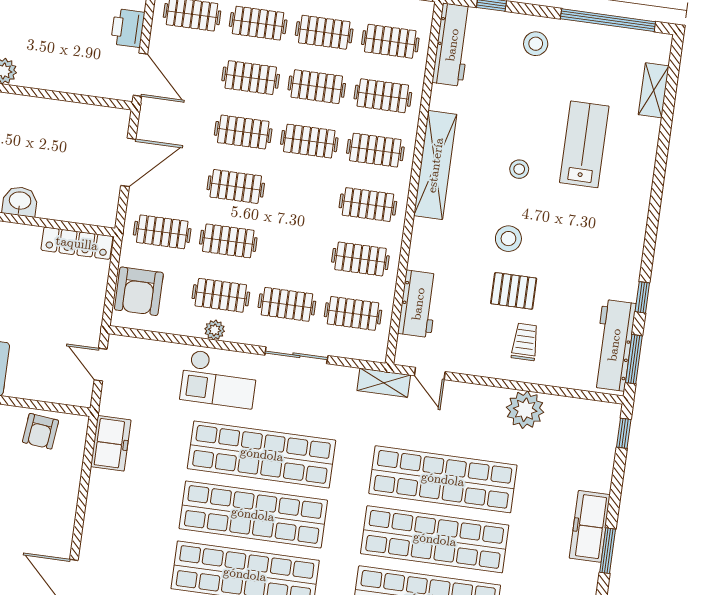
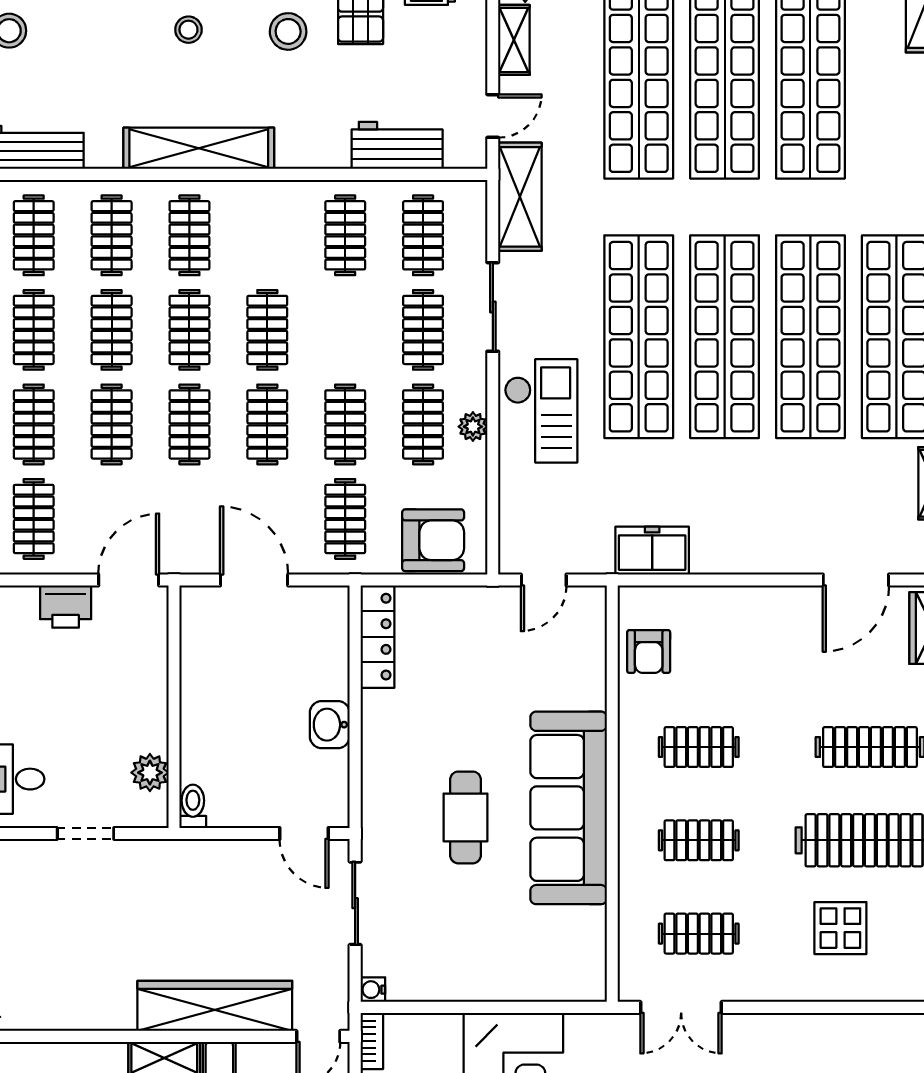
clothes rail: (368, 205) -> (267, 330), moved
shelving: (384, 383) -> (520, 197), width x1.50, depth x1.33
shelving: (481, 396) -> (514, 40), added
armchair: (41, 431) -> (649, 652), turned 84

